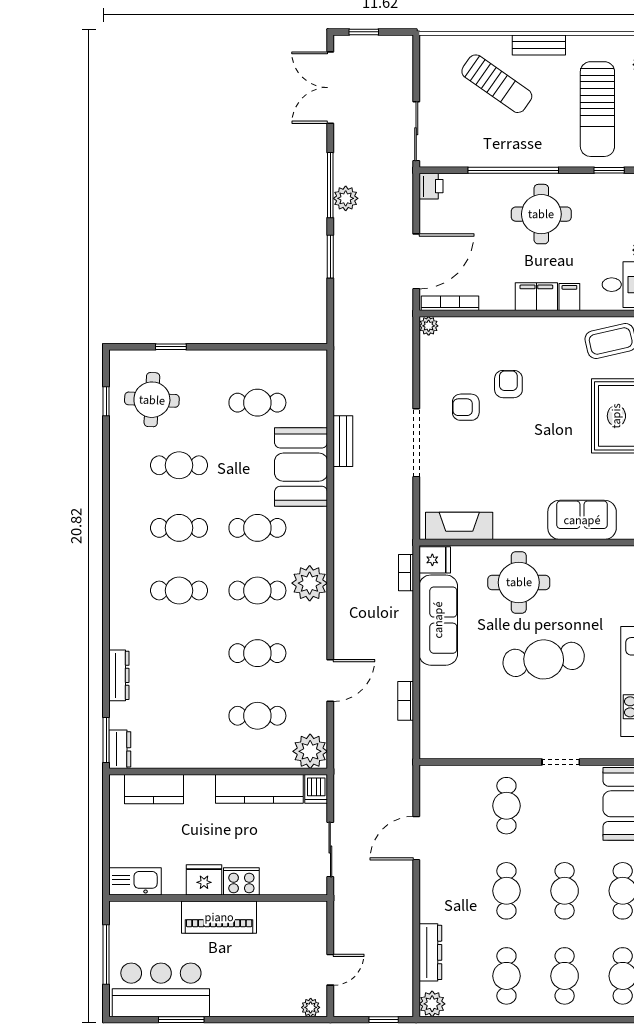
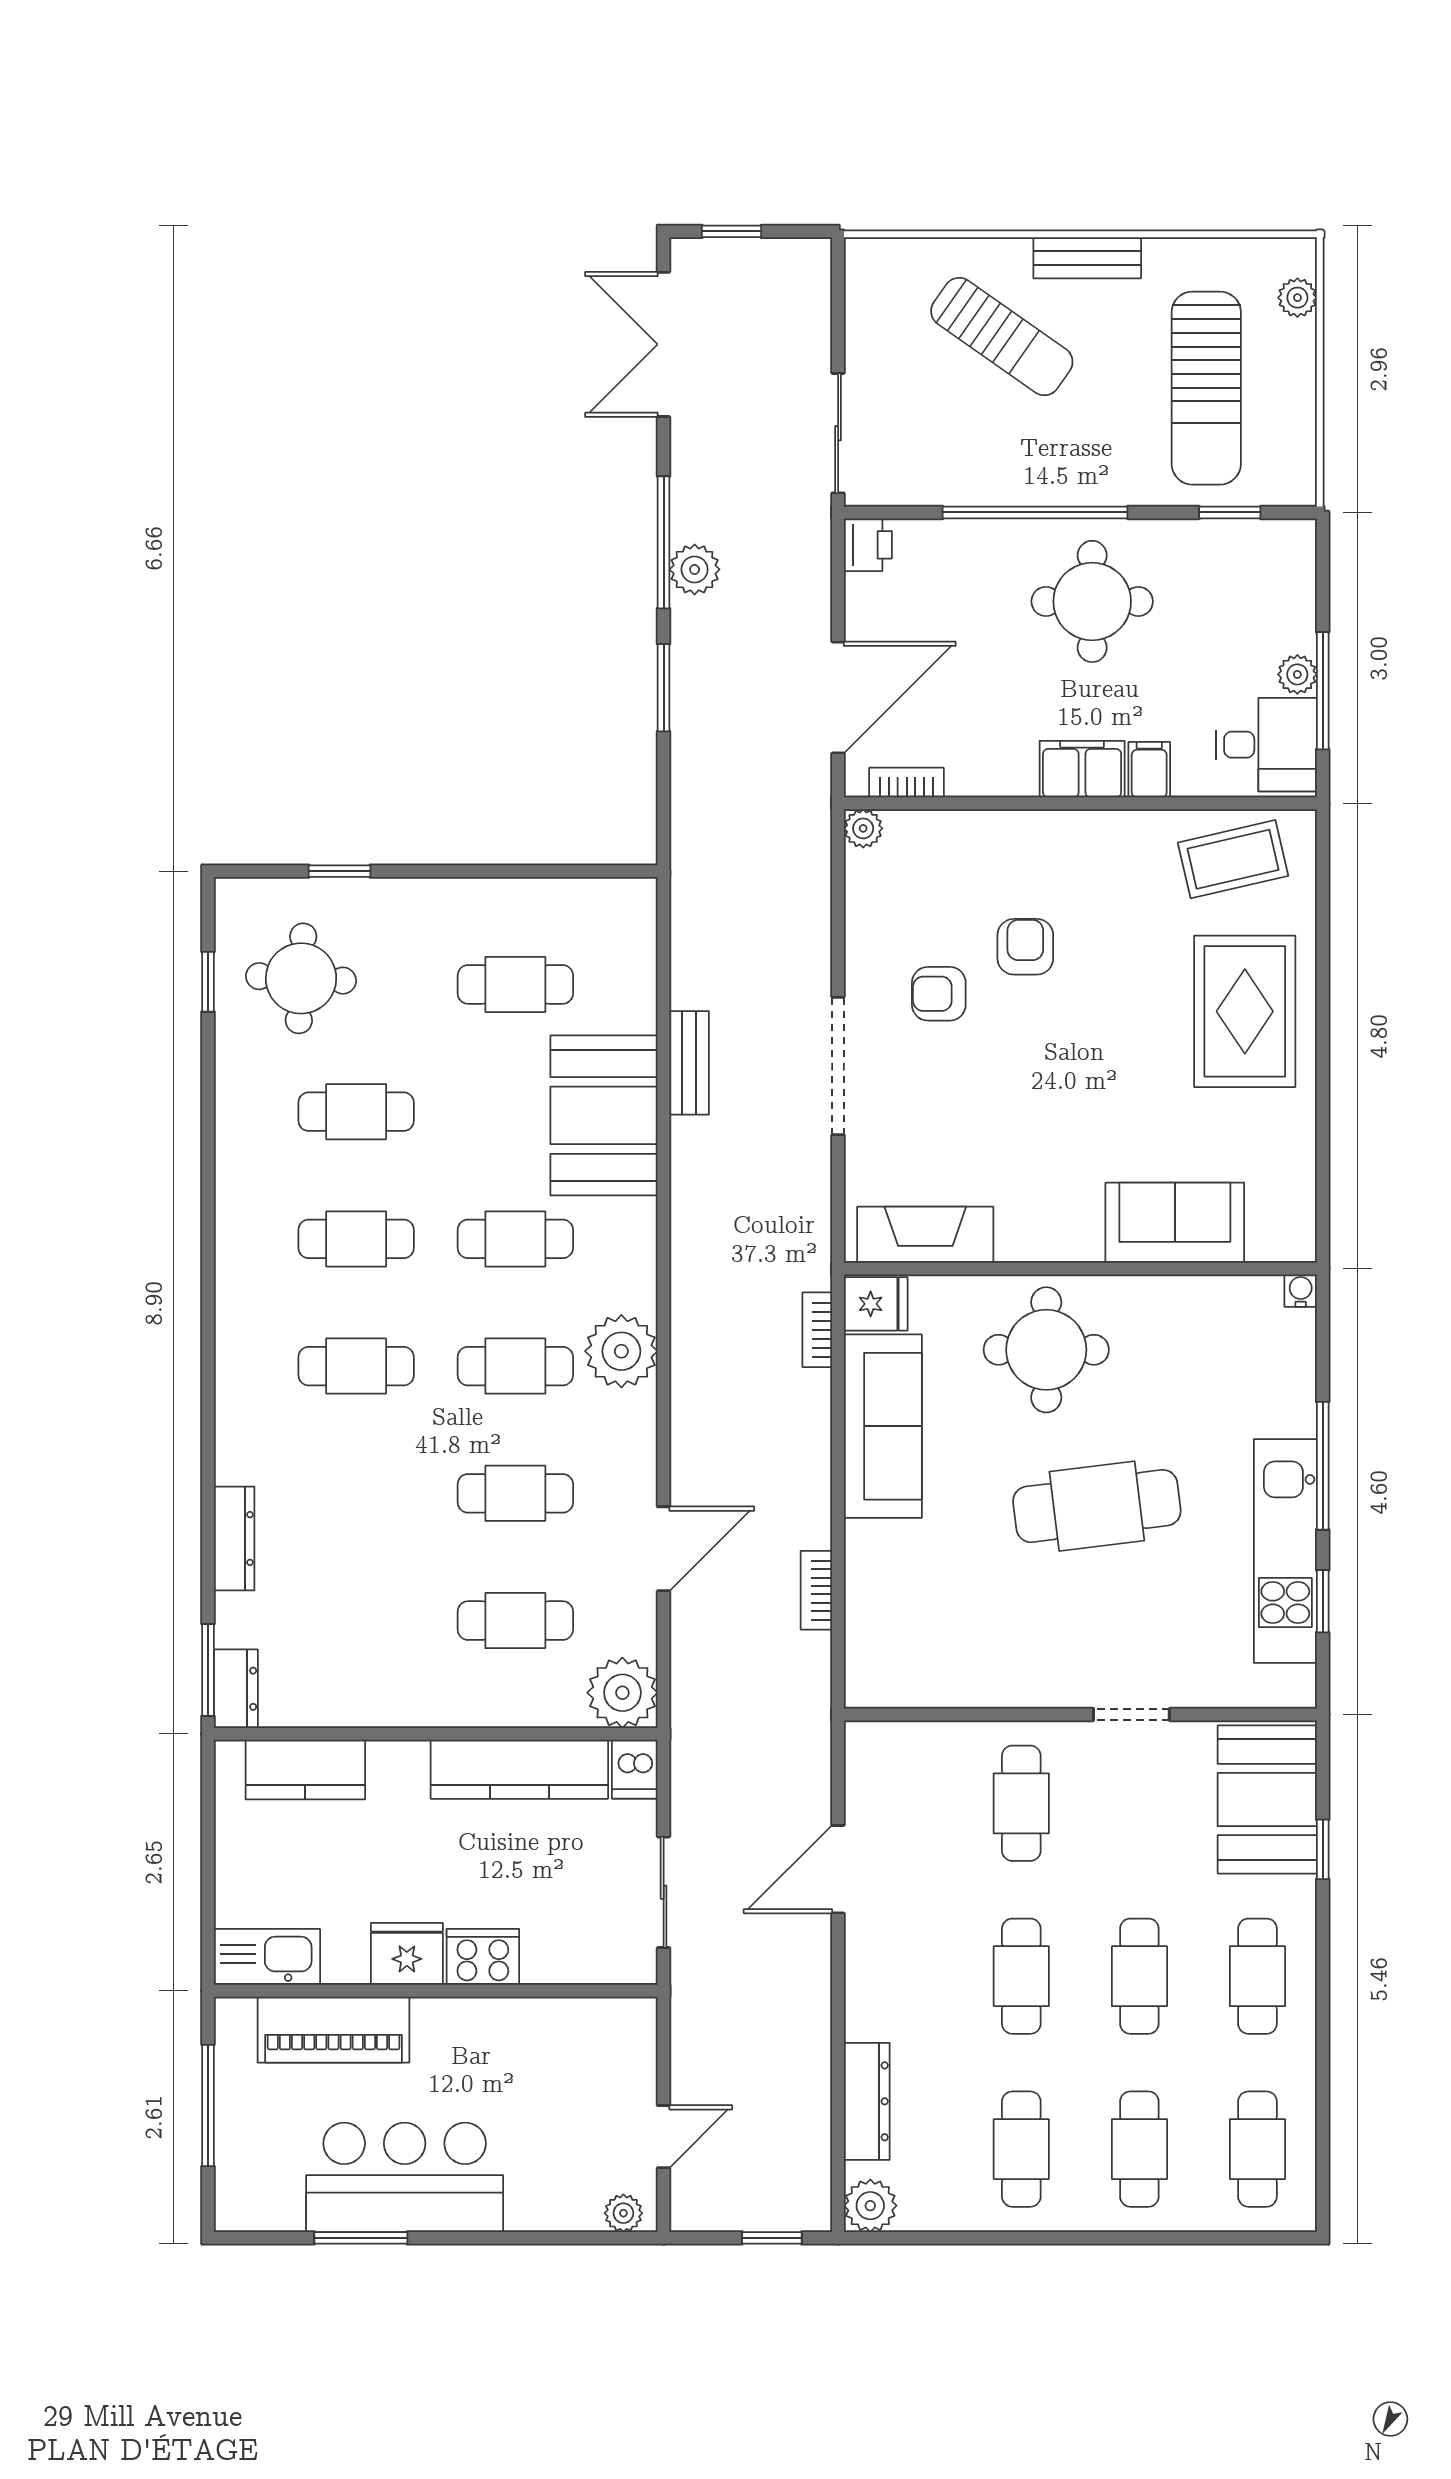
bookcase: (450, 303) -> (907, 783), width x0.64
piano: (219, 917) -> (333, 2030), moved
bar counter: (161, 990) -> (405, 2177), moved

